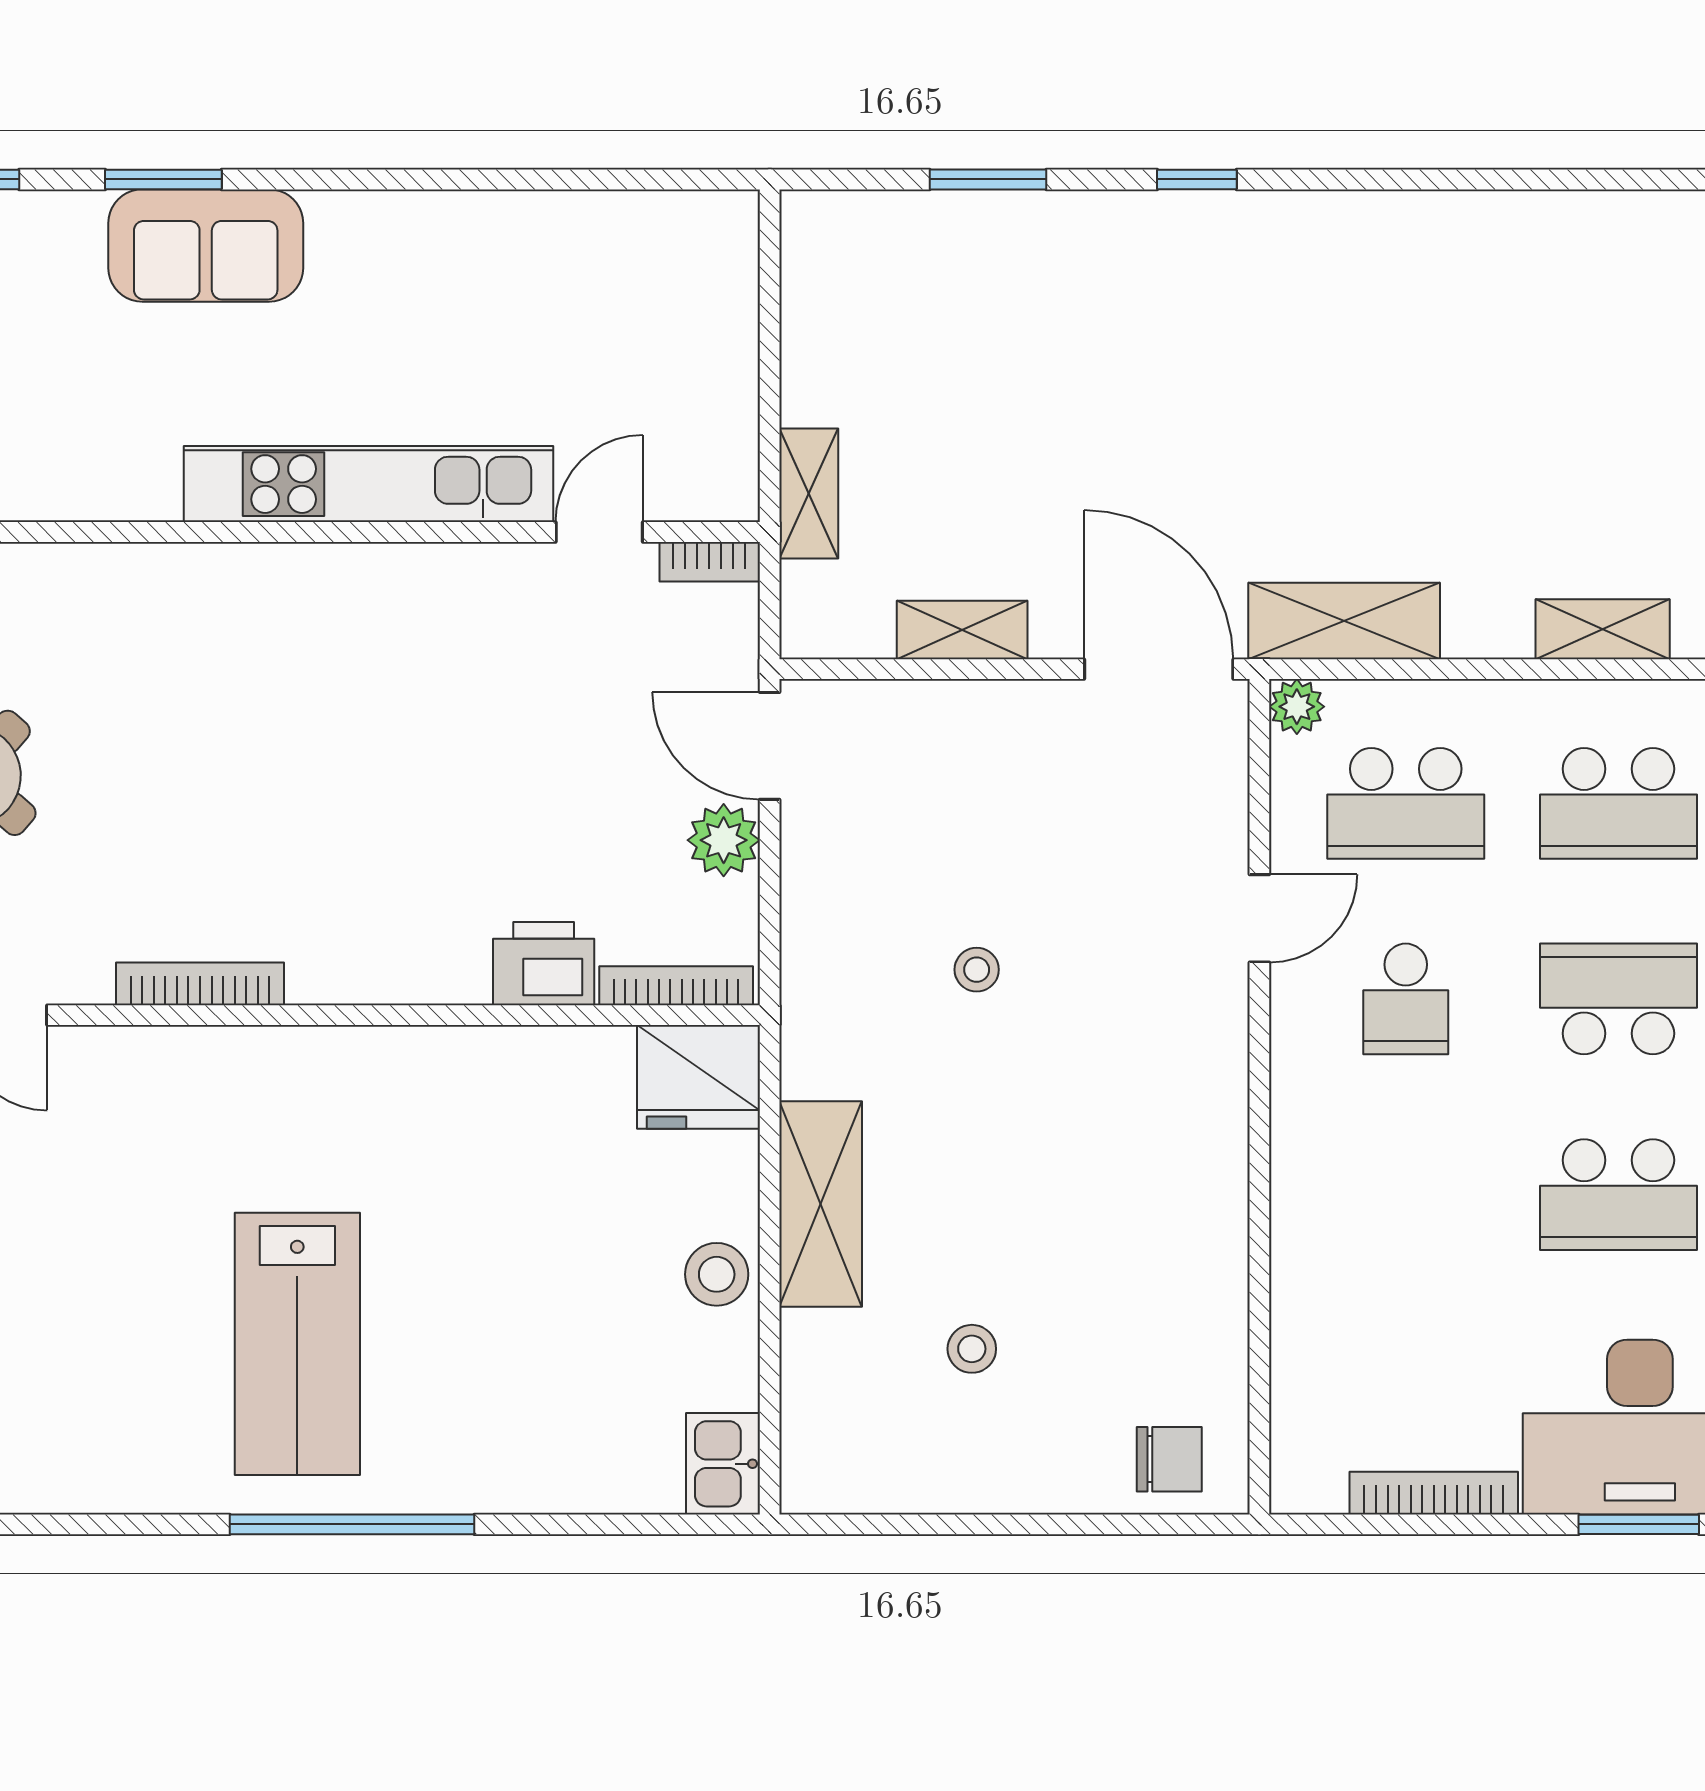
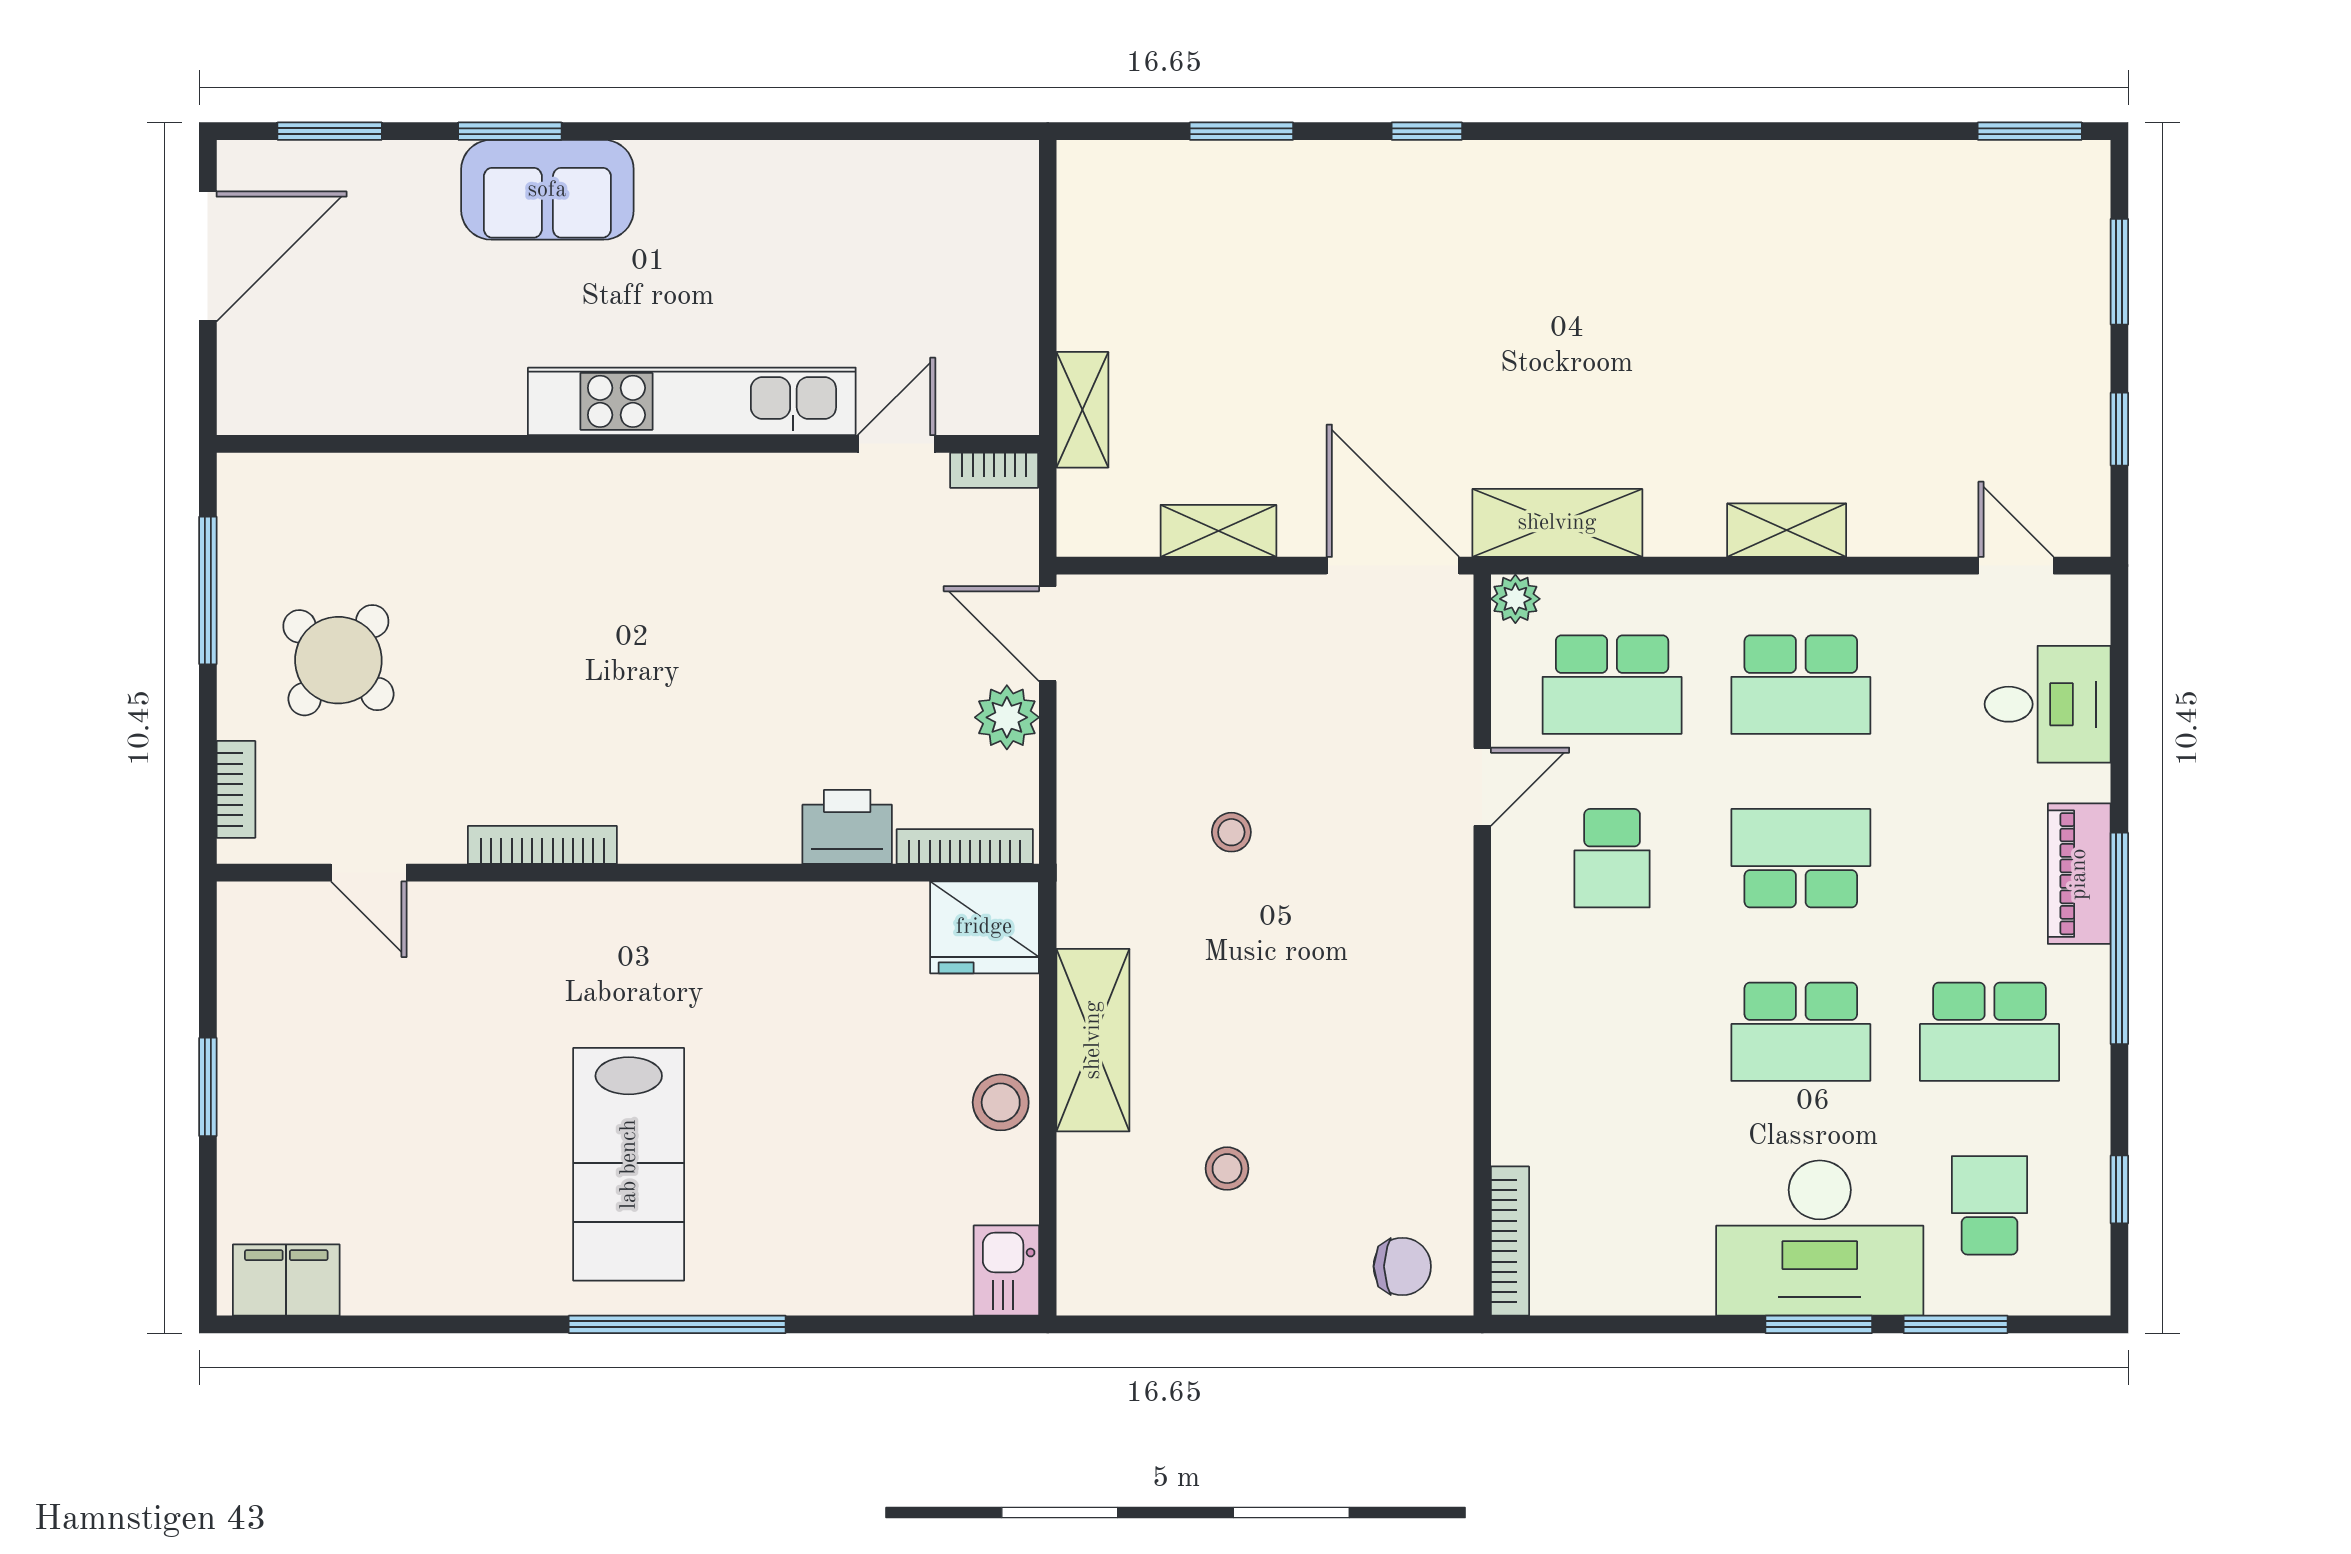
bookcase: (1434, 1493) -> (1510, 1241), moved, turned 90

